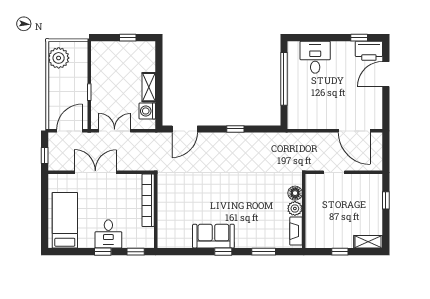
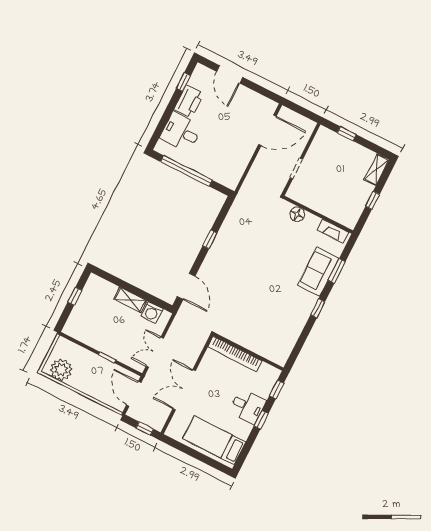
printer: (369, 51) -> (189, 102), moved
plant: (295, 208) -> (311, 222), removed
sofa: (213, 236) -> (318, 272), moved

